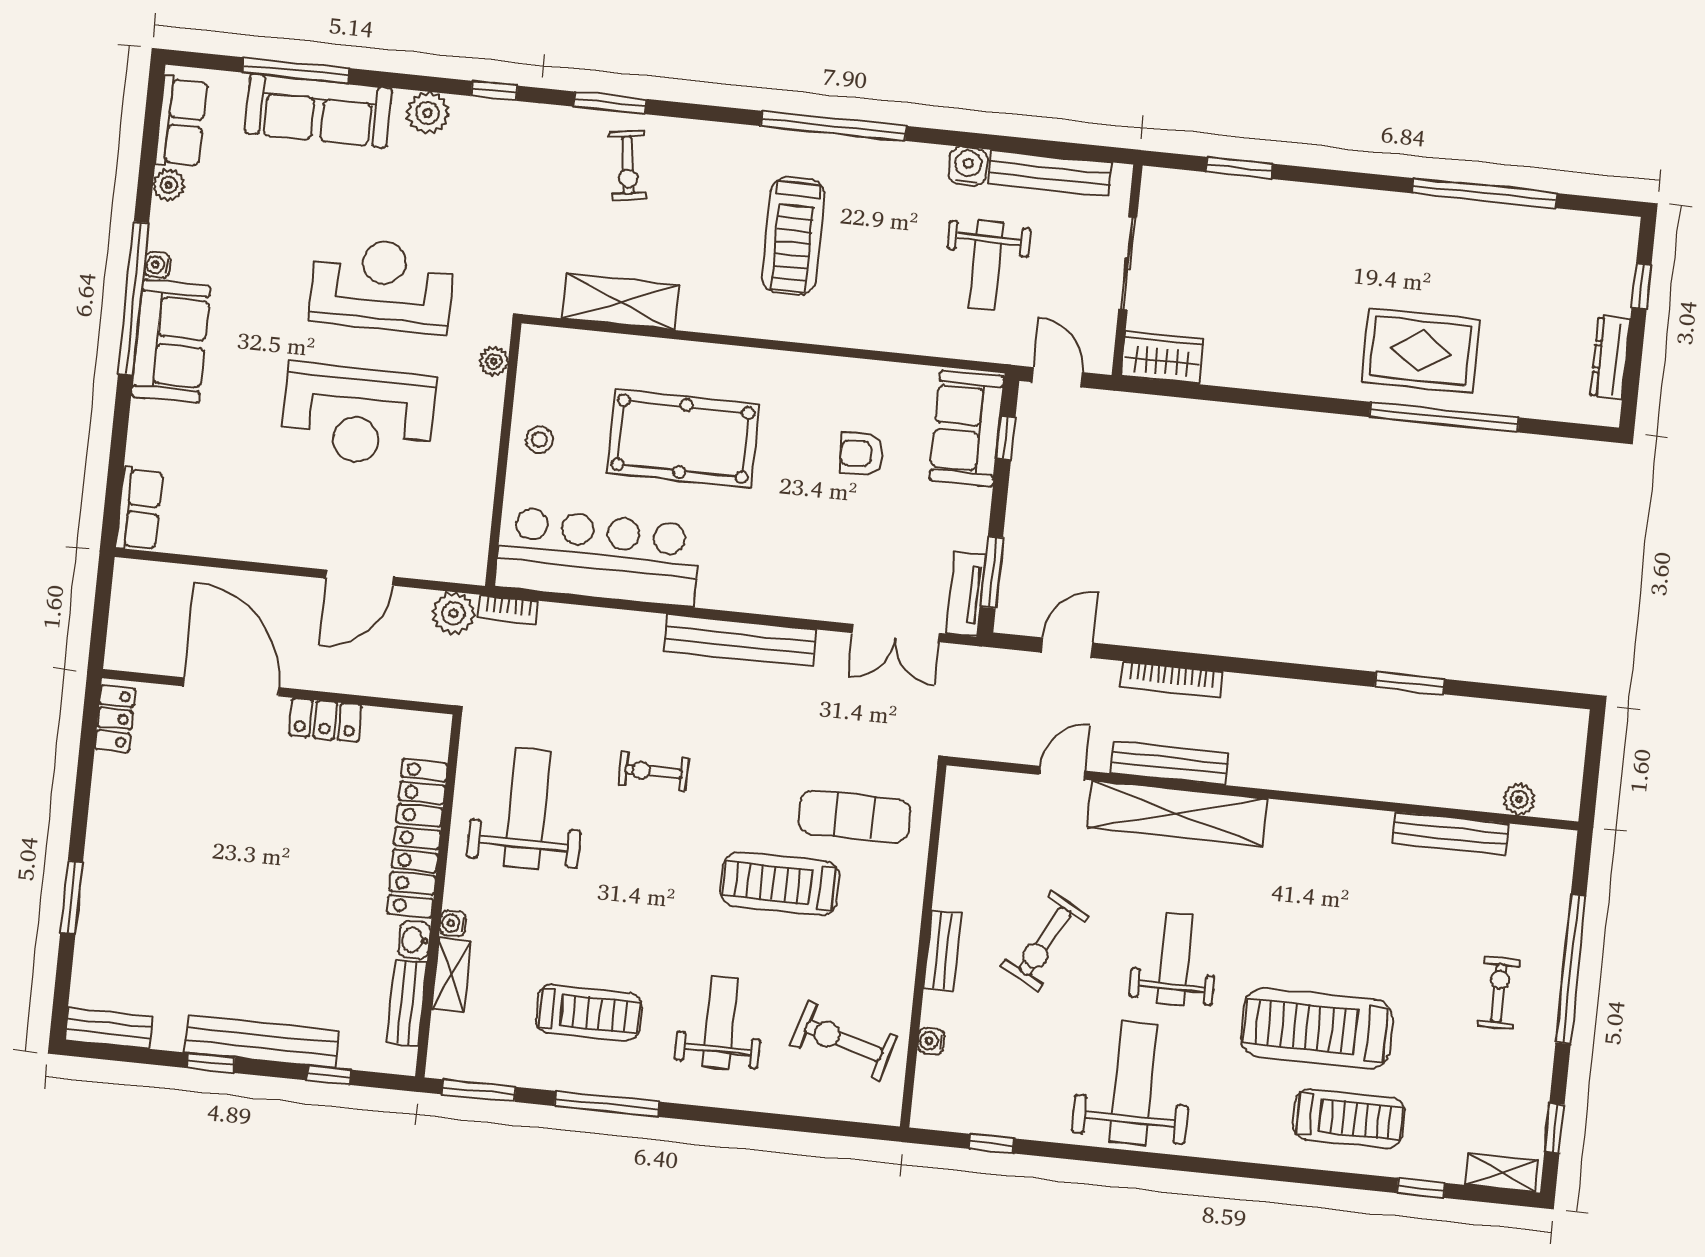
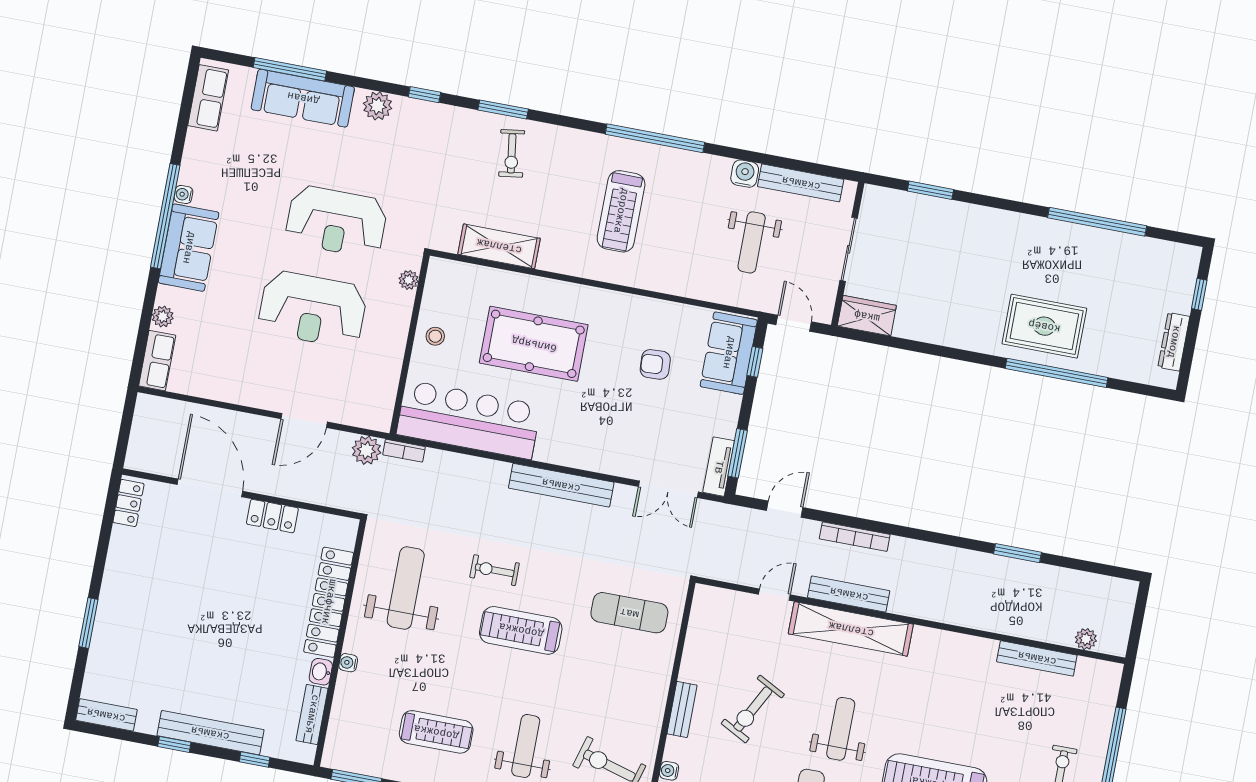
plant: (169, 185) -> (163, 317), moved
reception desk: (382, 285) -> (336, 221), turned 180
treadmill: (780, 884) -> (521, 630), moved
shelving: (451, 975) -> (344, 698), removed

